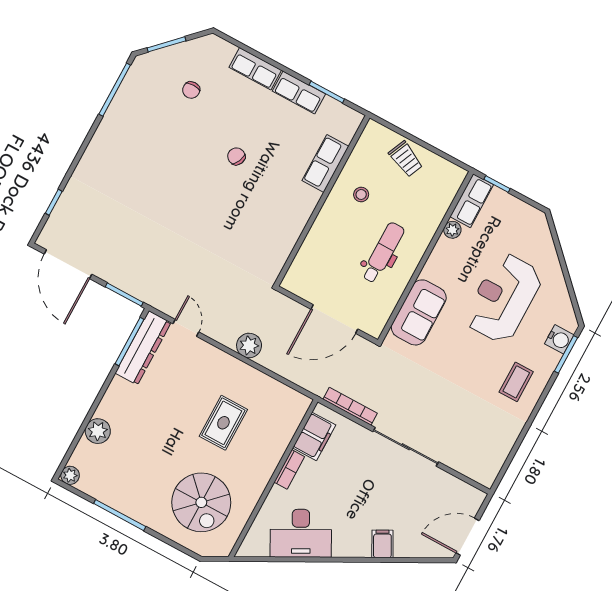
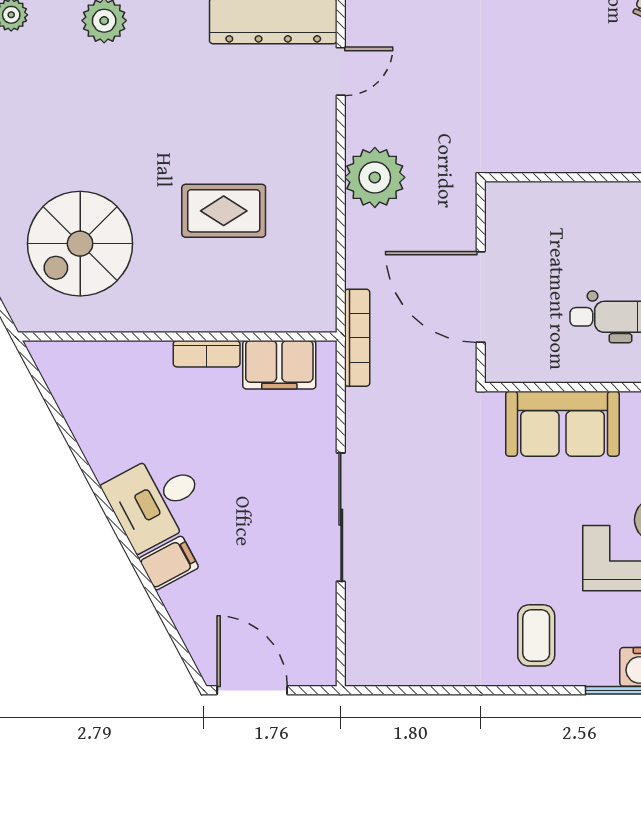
plant: (249, 345) -> (375, 177), width x1.36, depth x1.36
coffee table: (516, 382) -> (536, 635), turned 90
bookcase: (350, 406) -> (357, 338), moved
desk: (301, 533) -> (156, 500), moved, width x0.73

